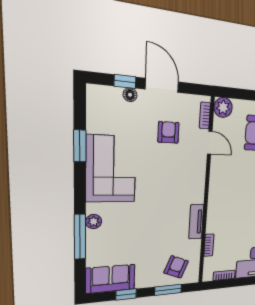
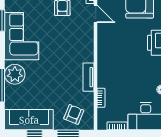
plant: (94, 222) -> (15, 74), width x1.88, depth x1.88
sofa: (111, 279) -> (29, 120), width x1.36

